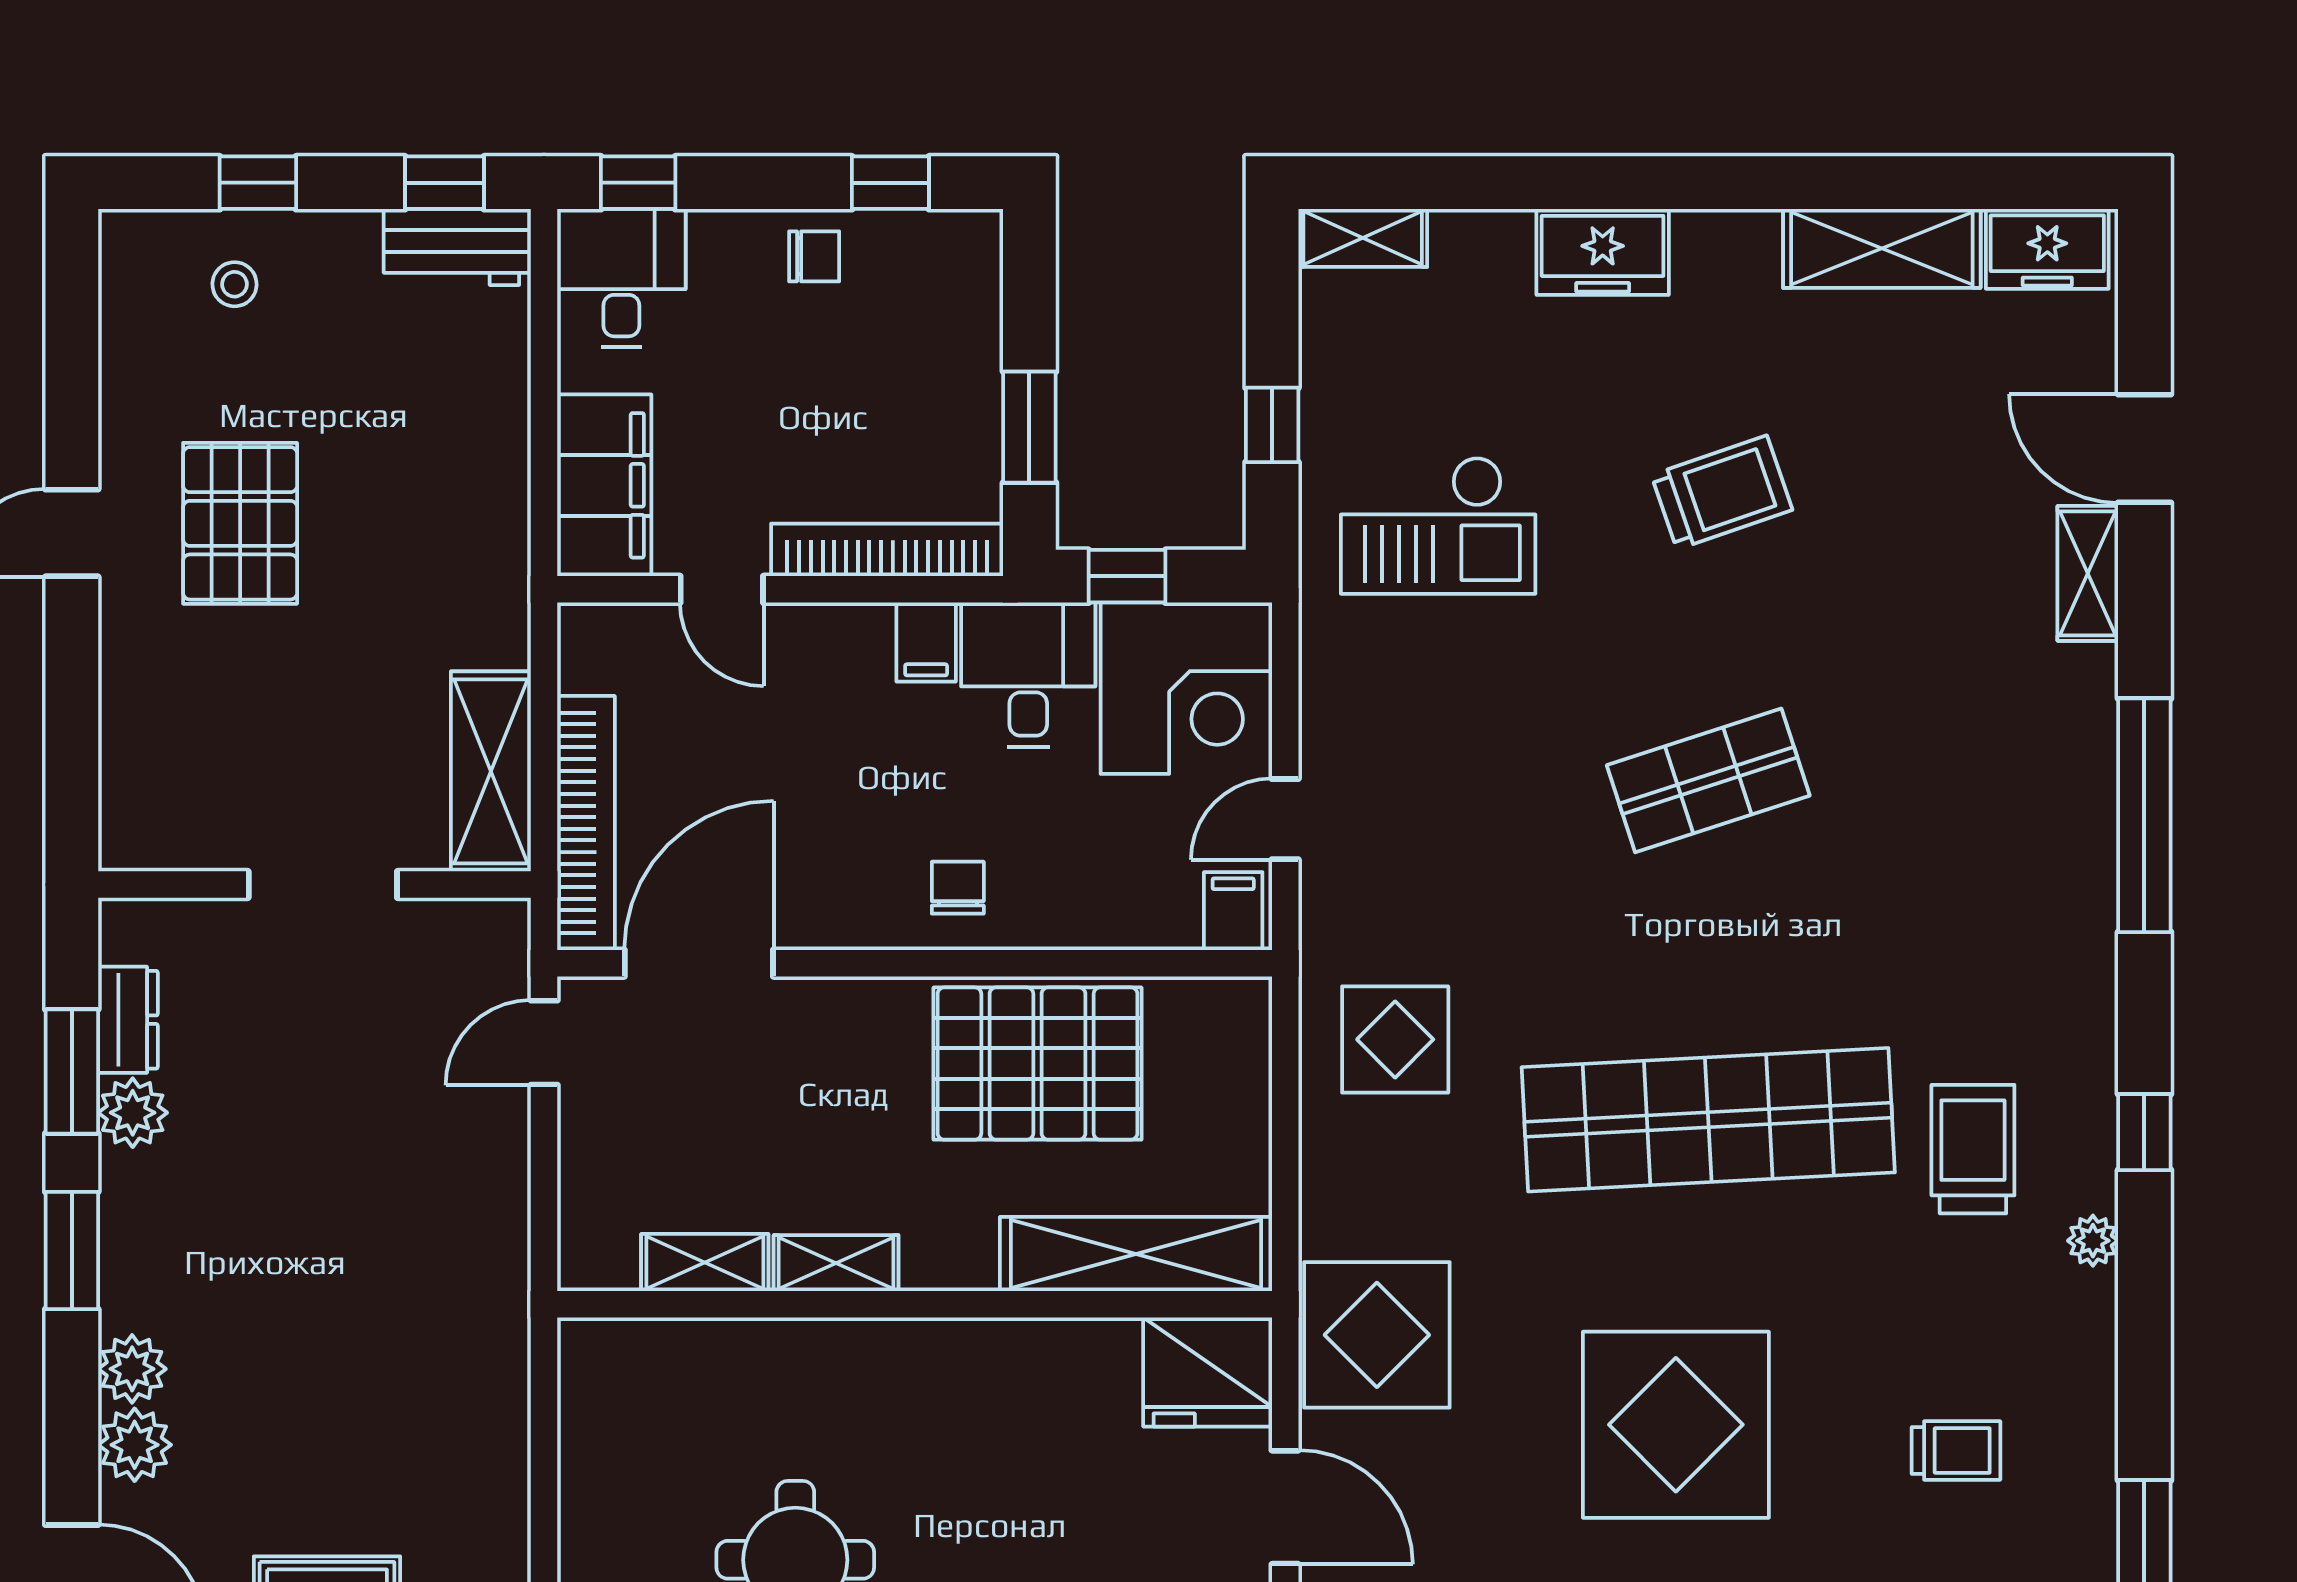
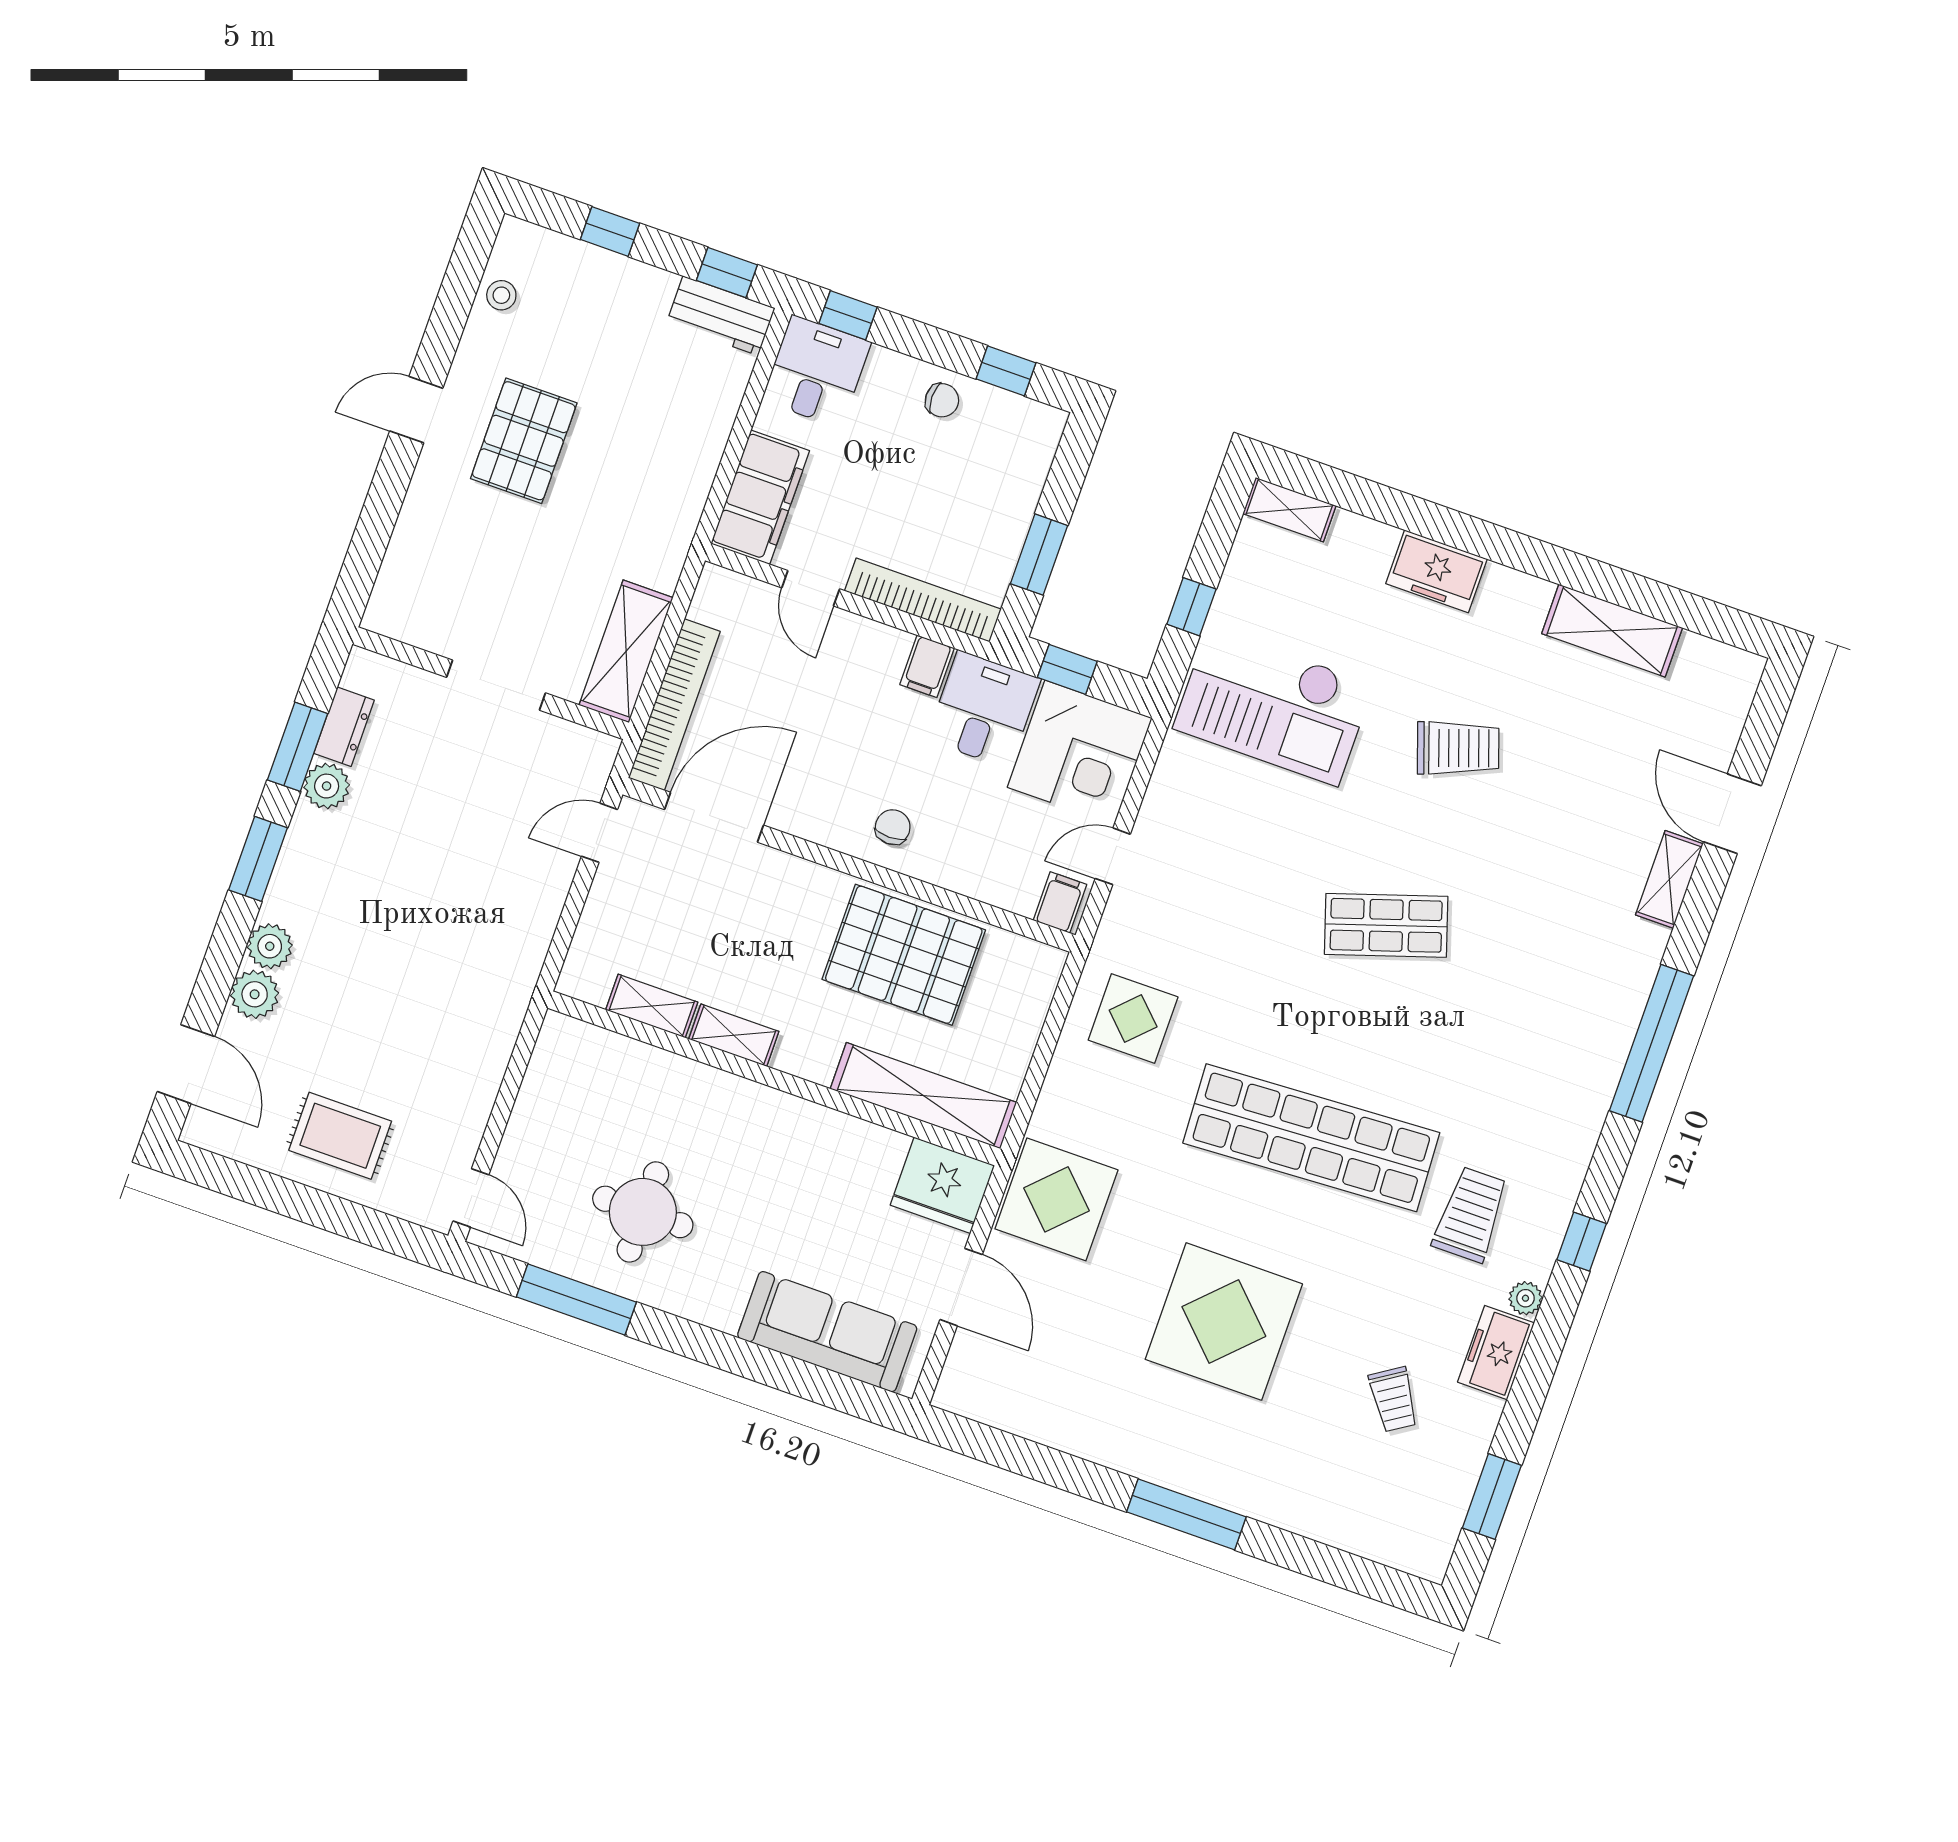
freezer: (2047, 249) -> (1496, 1353), moved, turned 90
stool: (235, 284) -> (501, 295), moved
checkout: (1438, 525) -> (1273, 706), width x1.36, depth x1.21
trolley: (1956, 1451) -> (1393, 1399), turned 57

